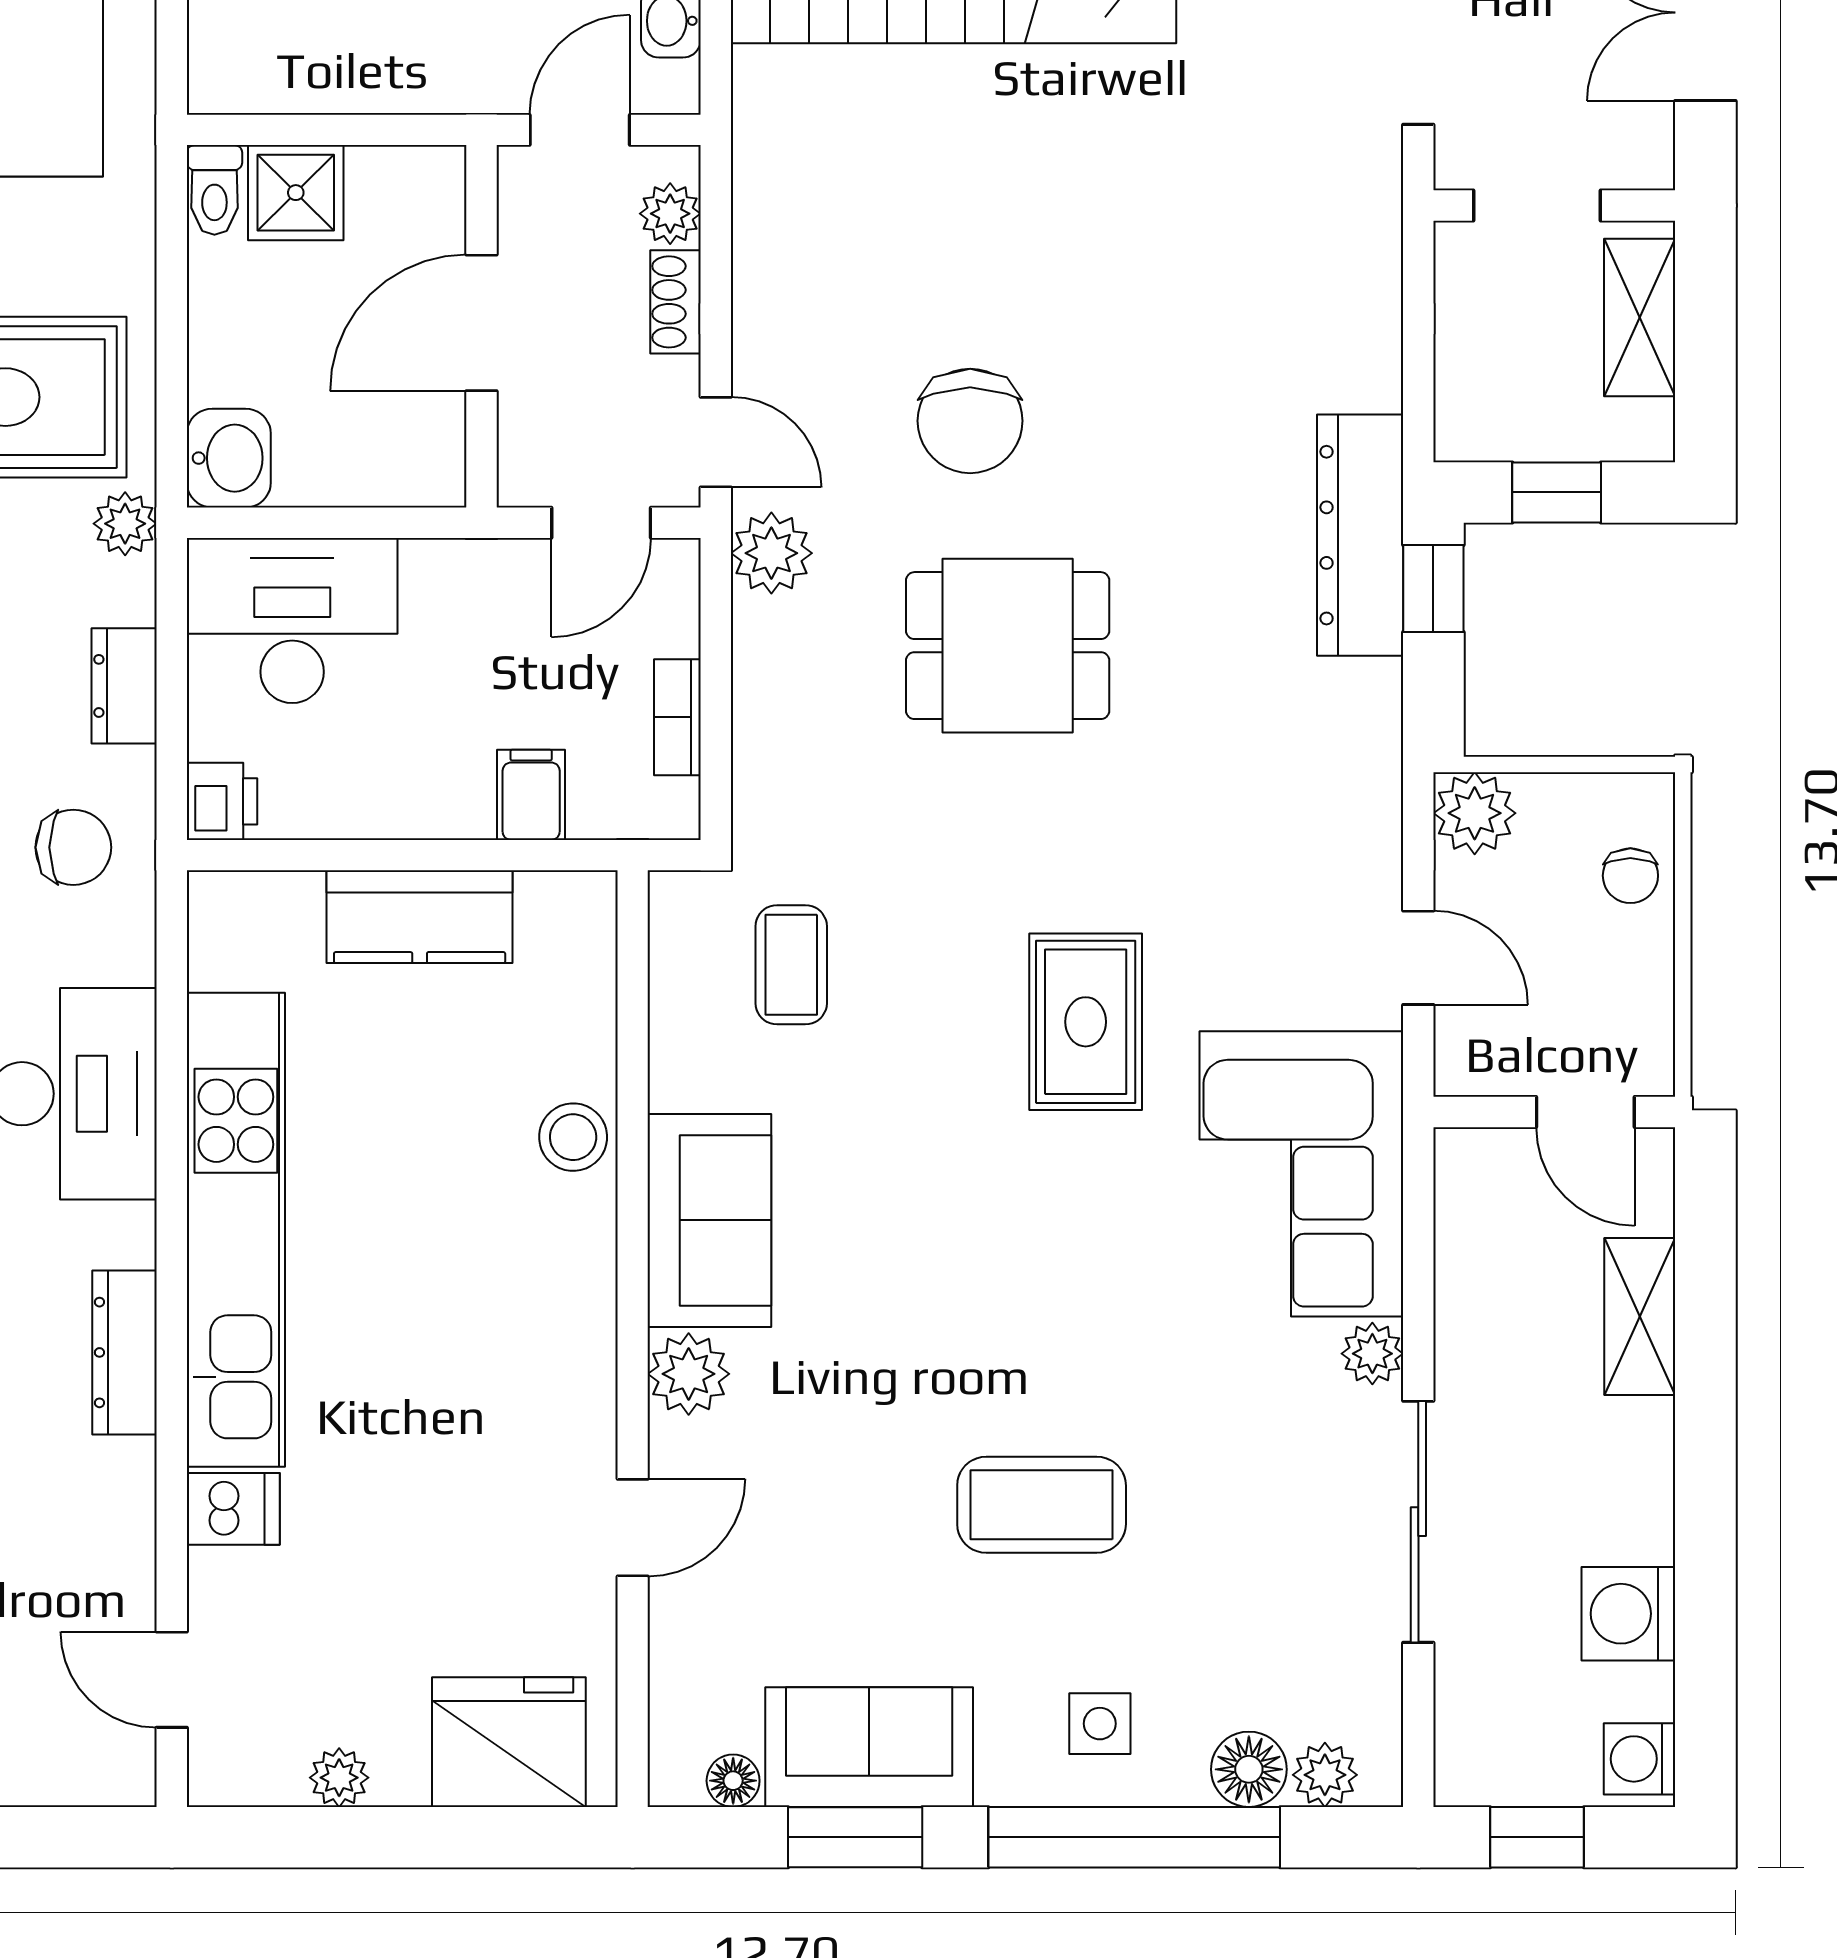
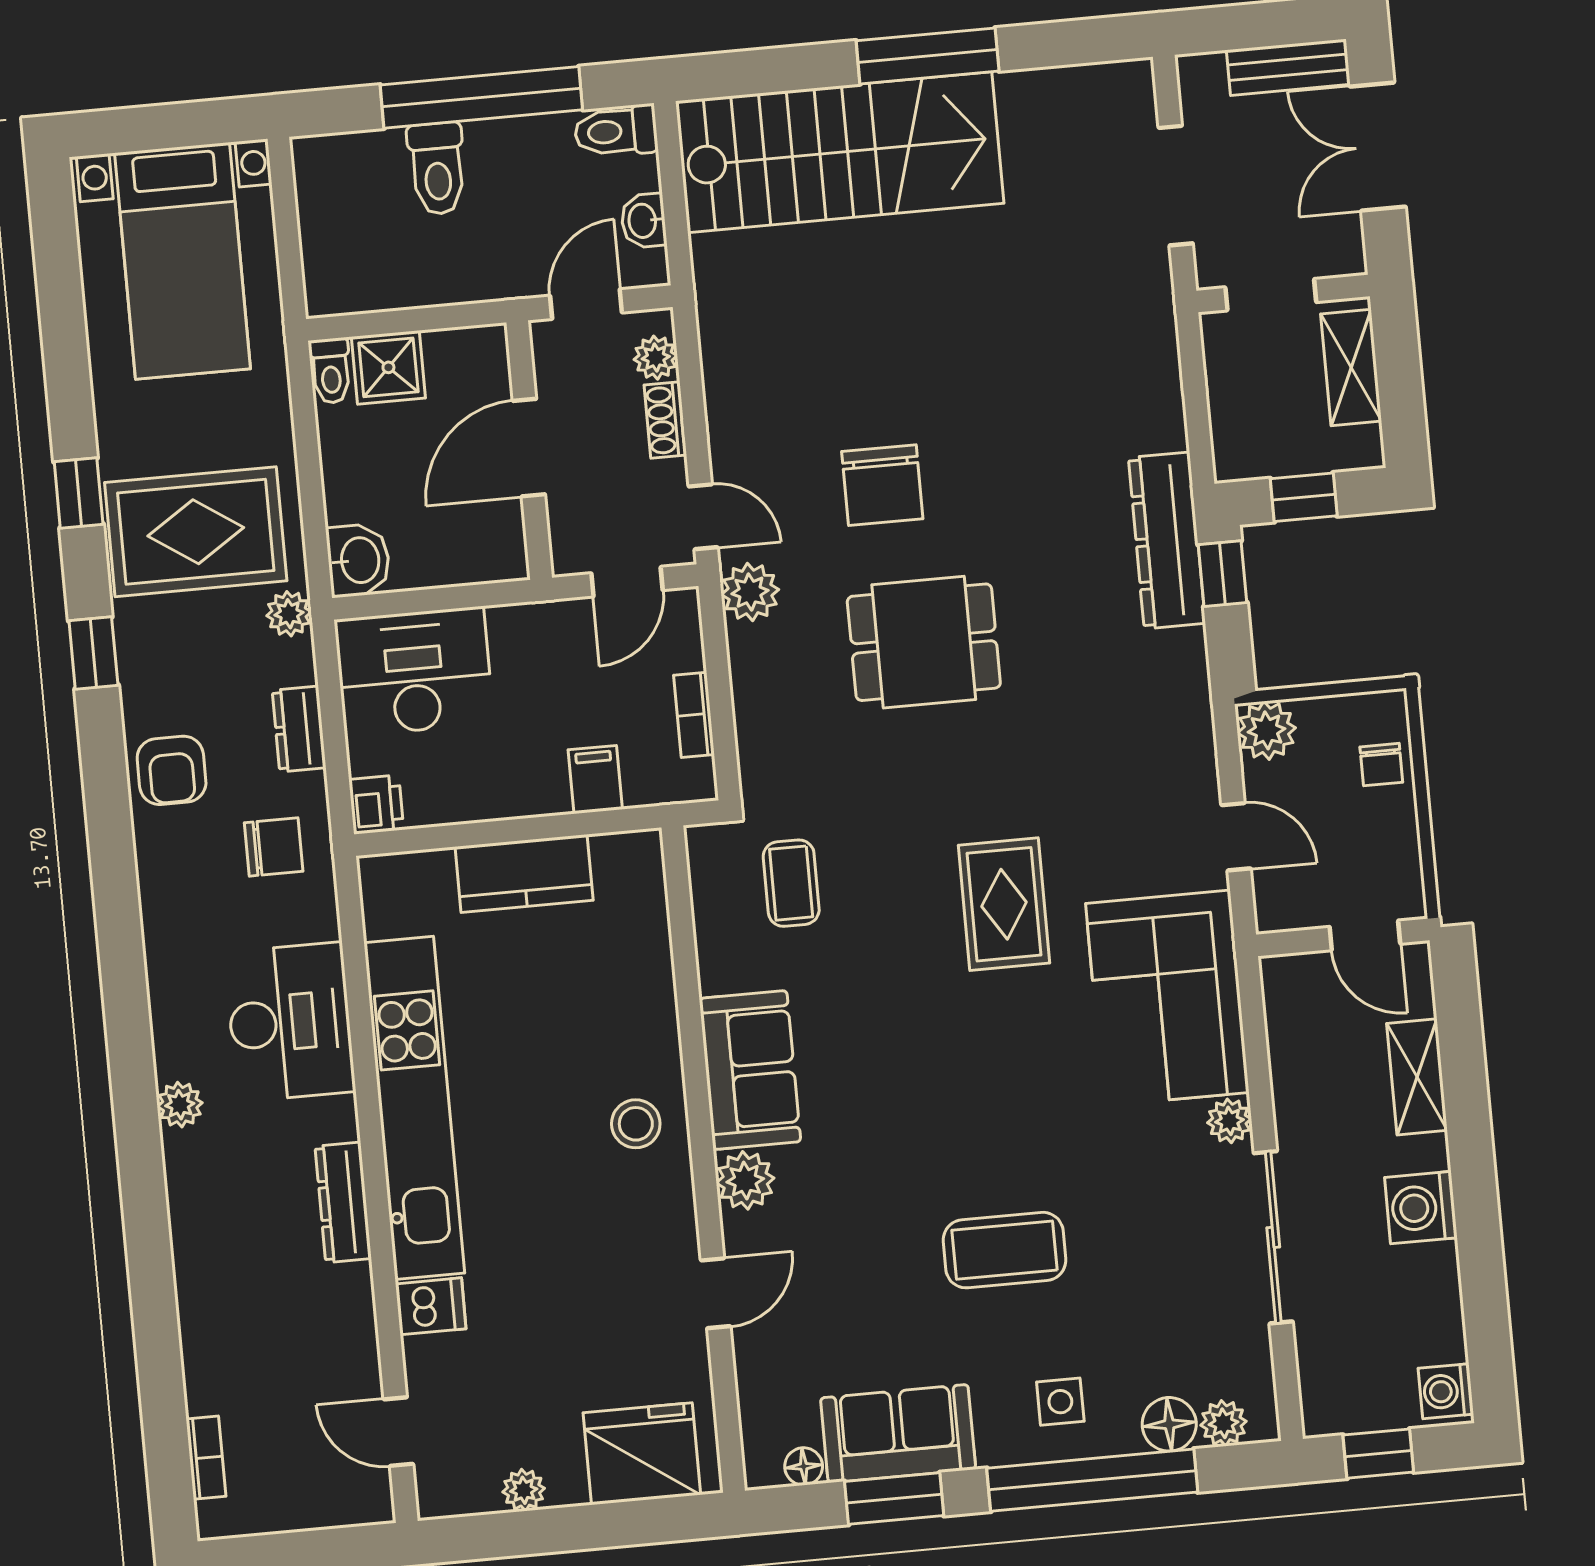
stool: (573, 1137) -> (636, 1124), moved
washing machine: (1628, 1614) -> (1421, 1208), moved

